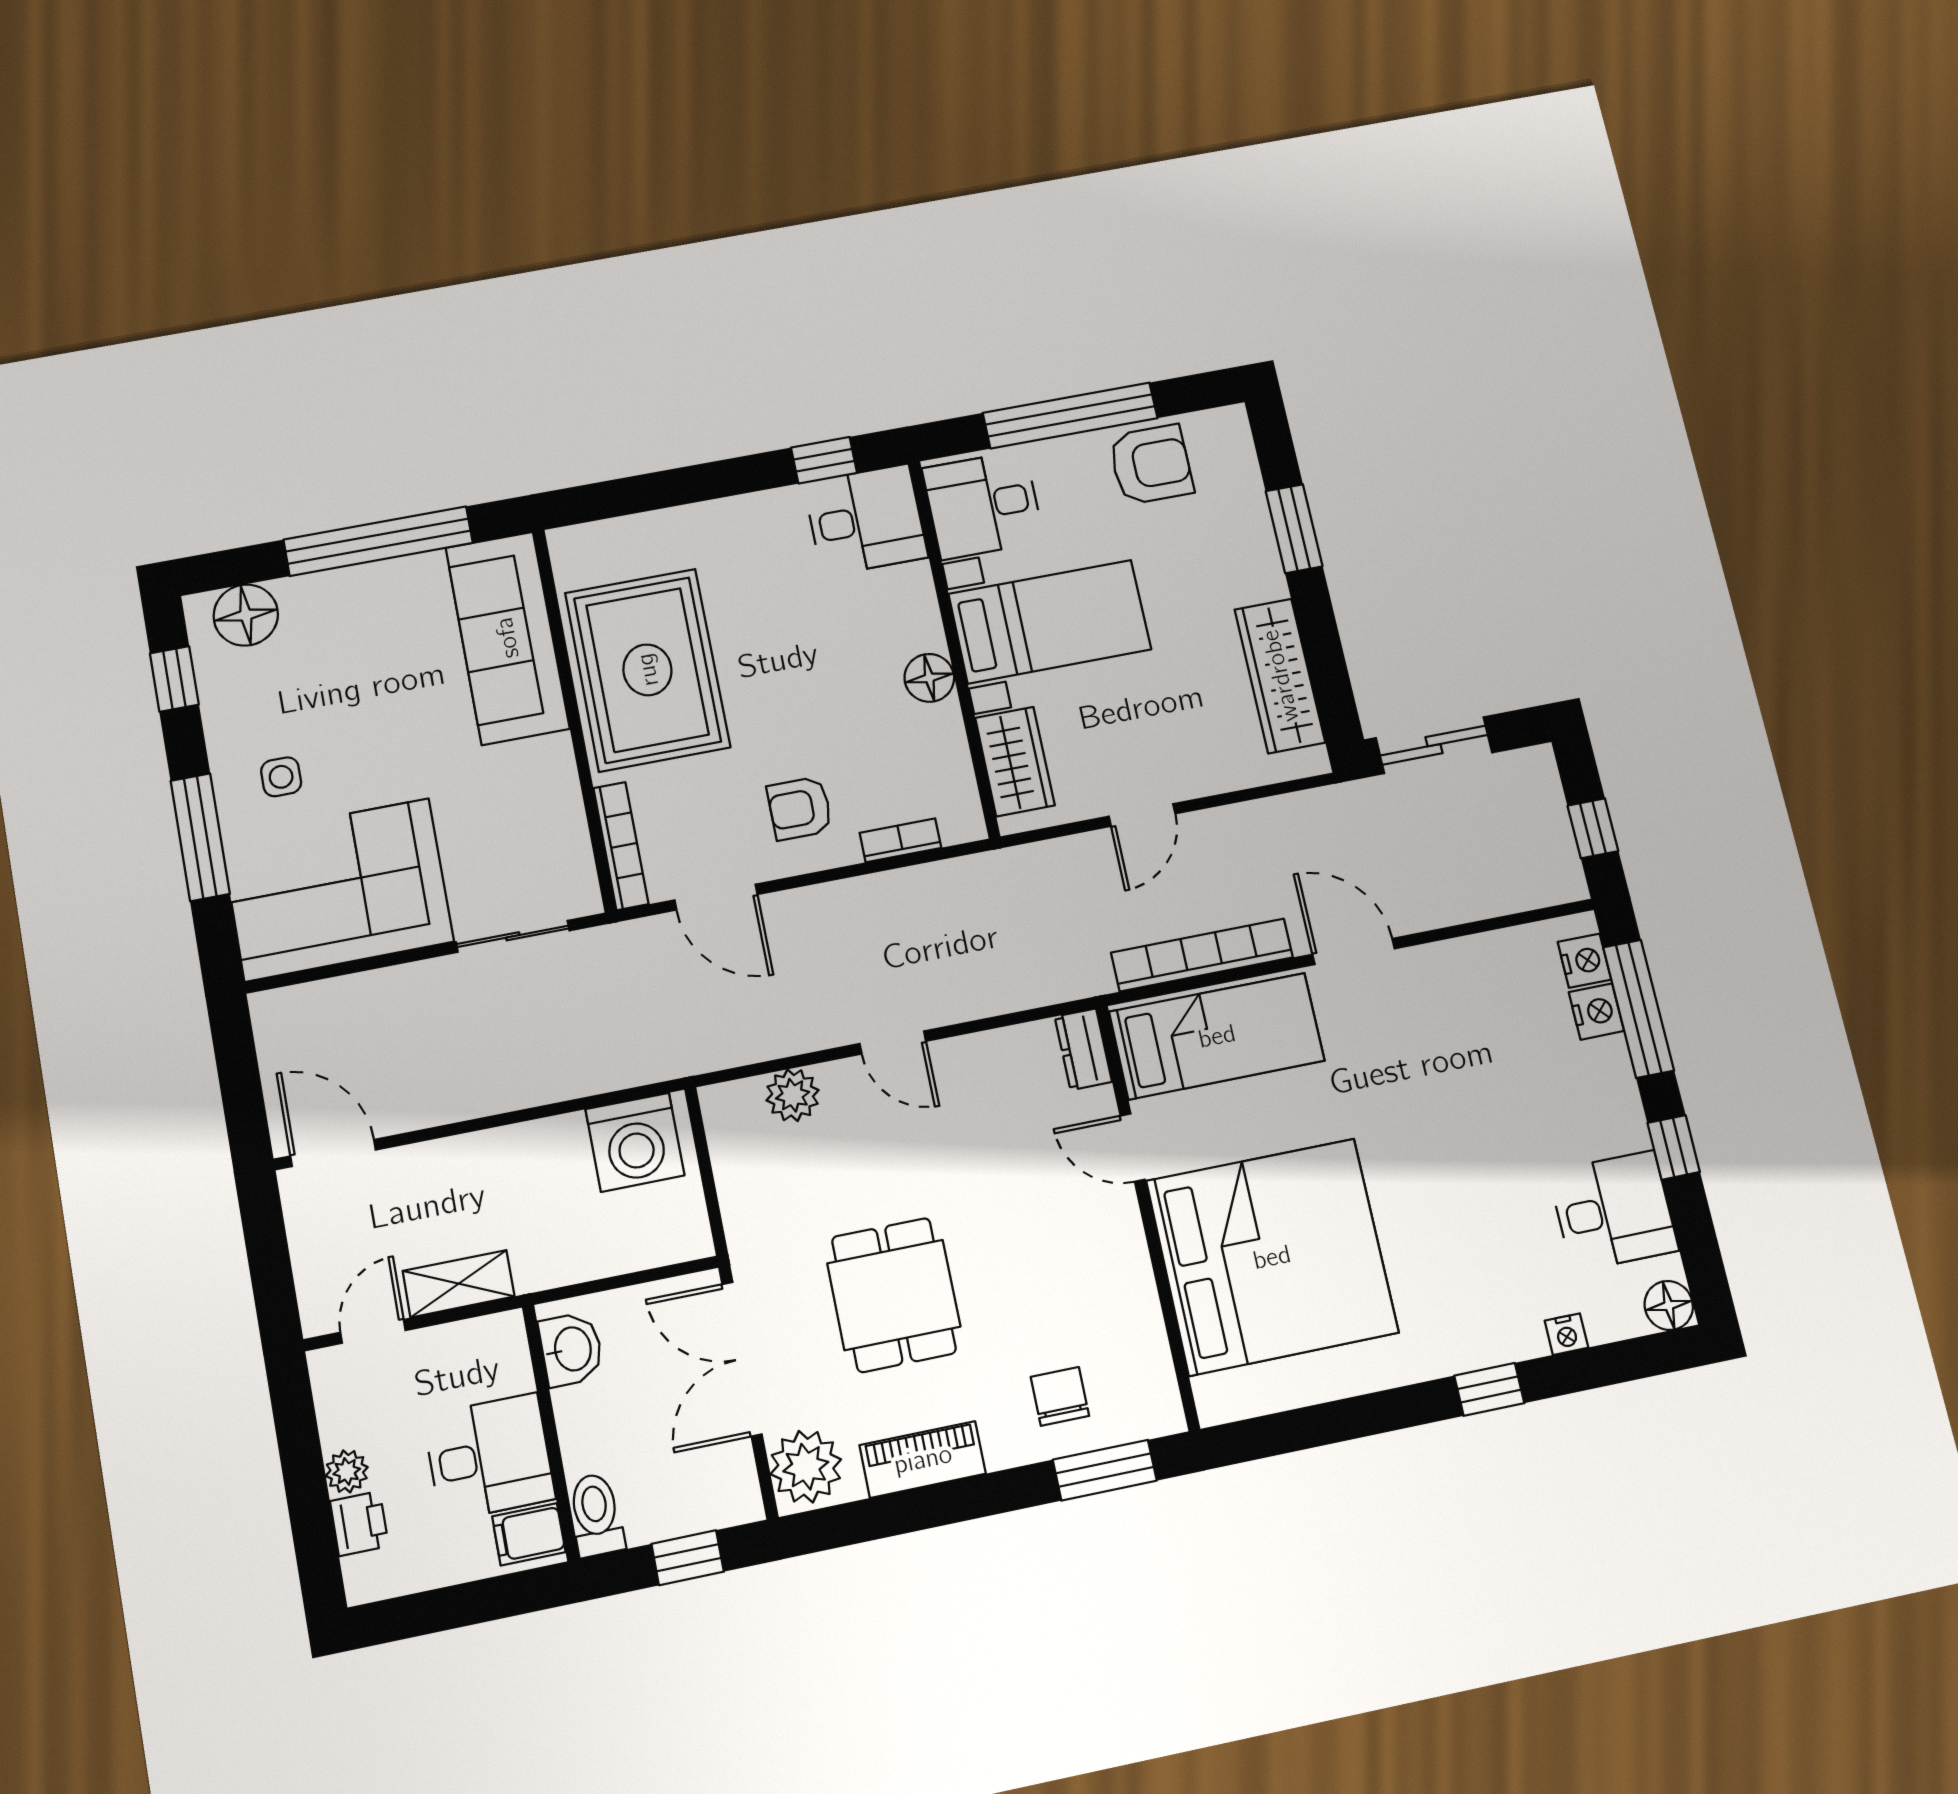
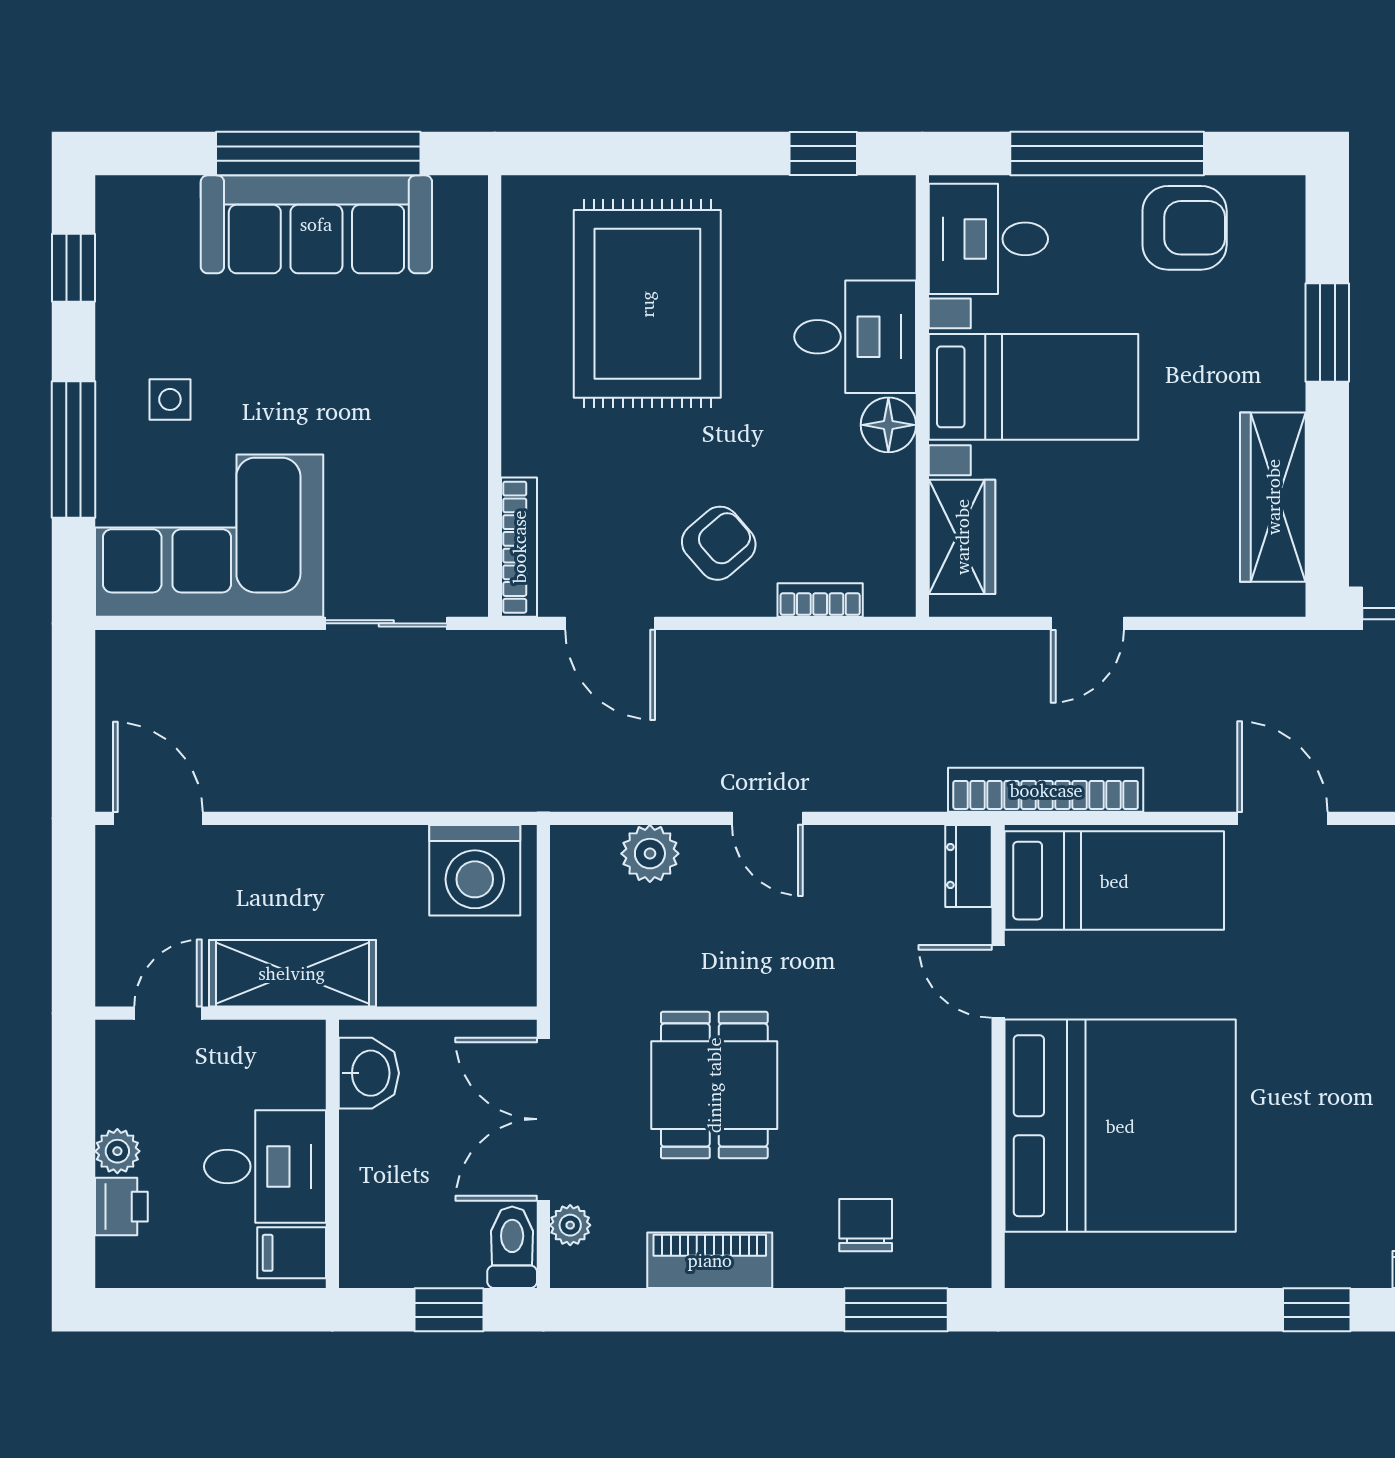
desk: (866, 520) -> (855, 337), moved
floor lamp: (246, 615) -> (161, 210), removed
sofa: (507, 638) -> (316, 224), moved, turned -90
rug: (647, 670) -> (647, 304), moved
armchair: (800, 808) -> (719, 543), turned 139
bookcase: (1202, 955) -> (1046, 790), moved
shelving: (459, 1284) -> (292, 973), width x1.50, depth x1.33
plant: (806, 1467) -> (570, 1225), width x0.53, depth x0.53
toilet: (596, 1515) -> (512, 1247), moved

